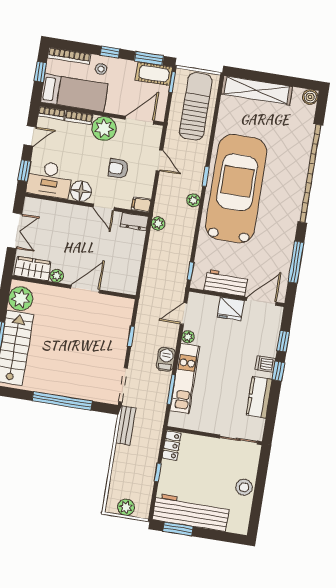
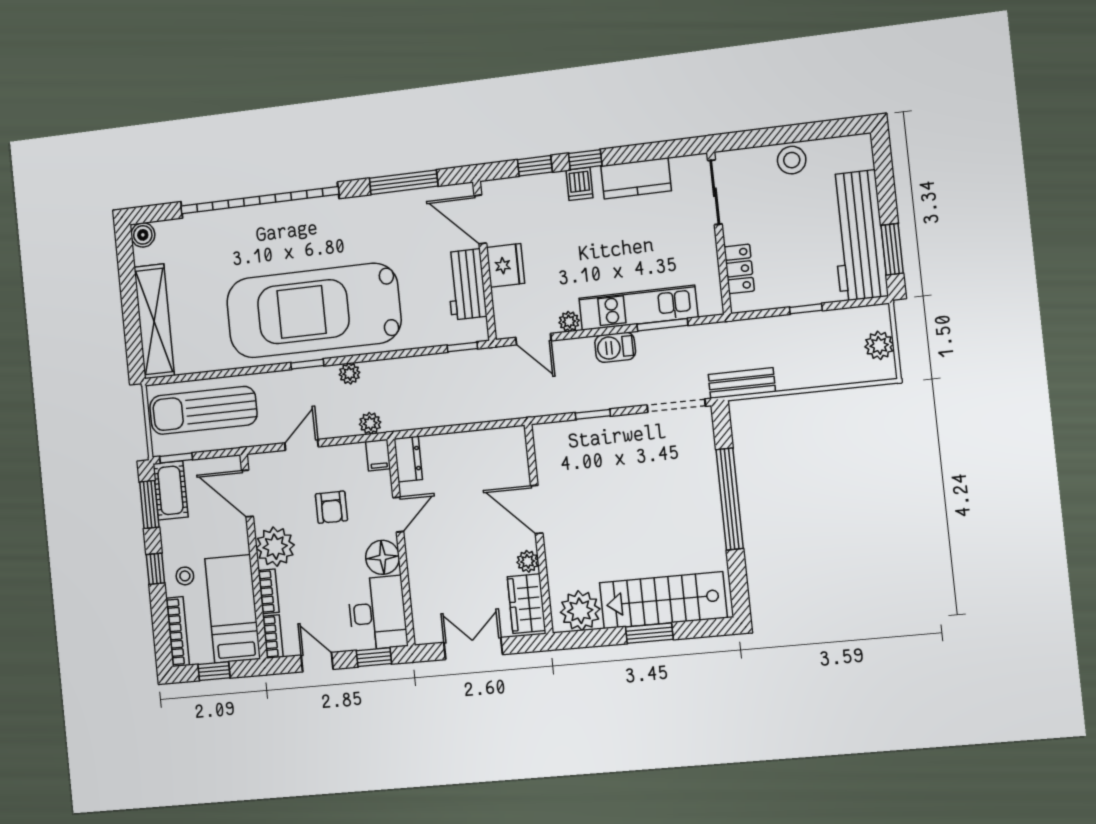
plant: (158, 224) -> (370, 423), moved
locker: (172, 446) -> (739, 269), moved, turned 90

